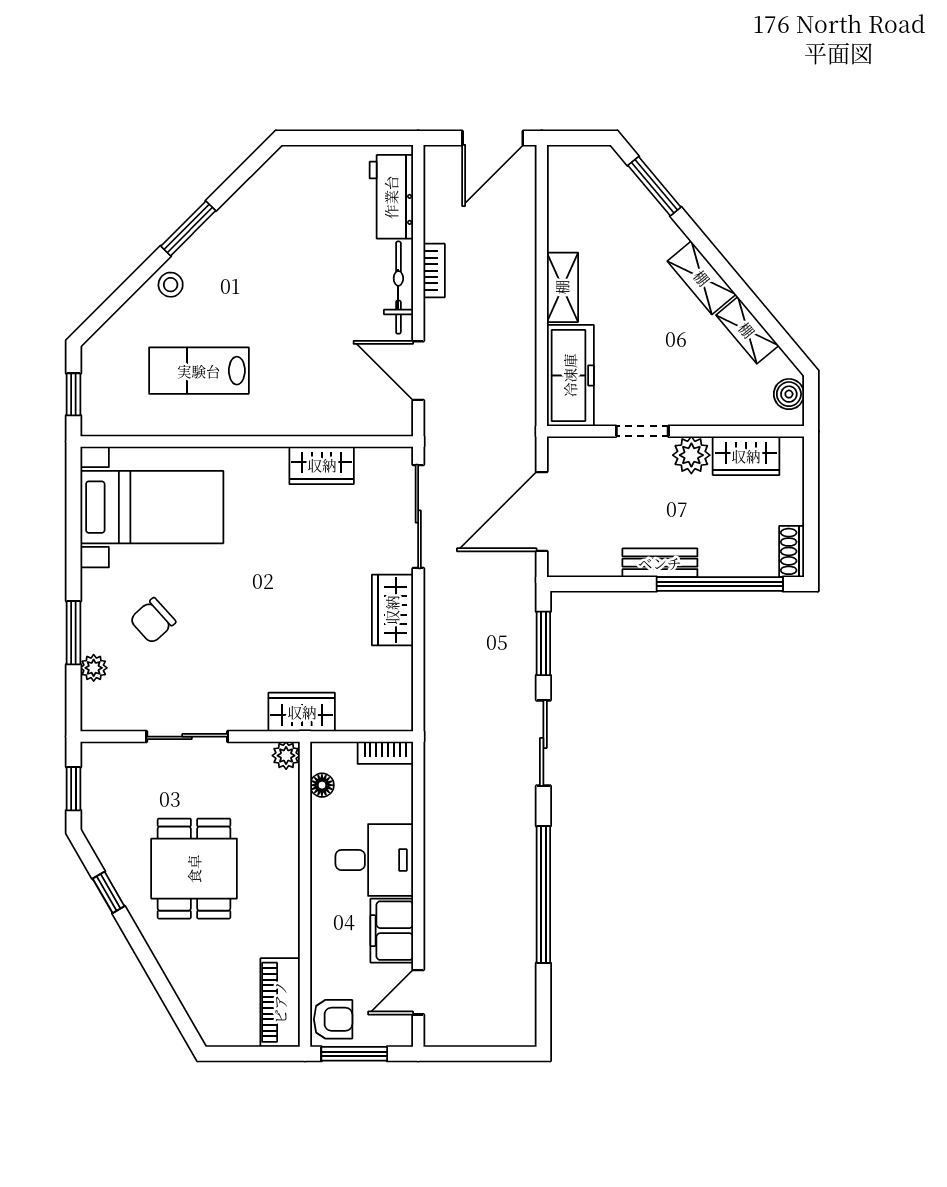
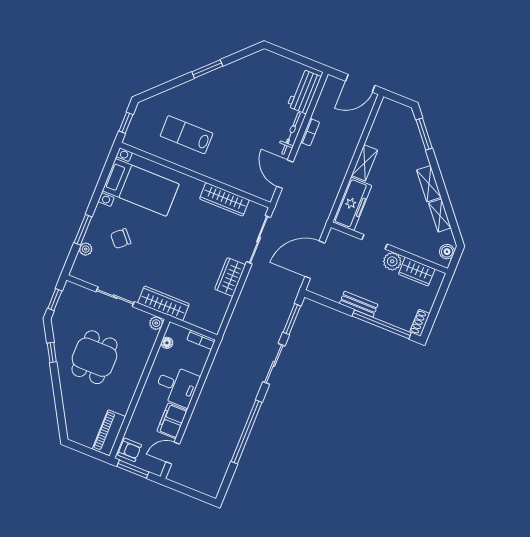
stool: (171, 285) -> (189, 91), removed
wardrobe: (322, 465) -> (224, 199), width x1.50
wardrobe: (302, 712) -> (163, 303), width x1.50

